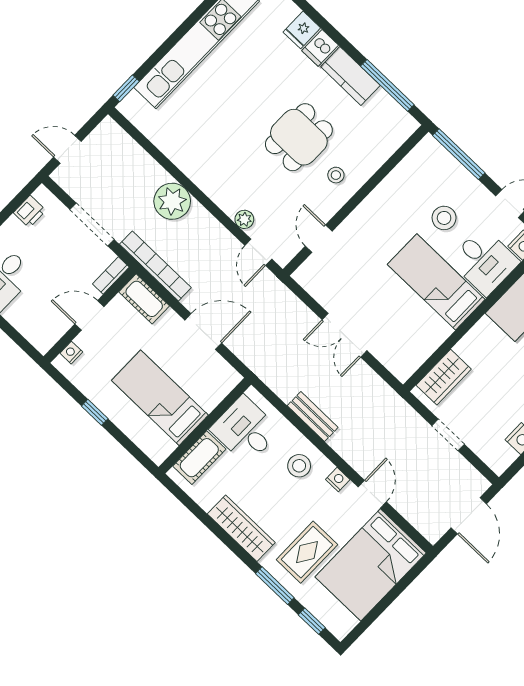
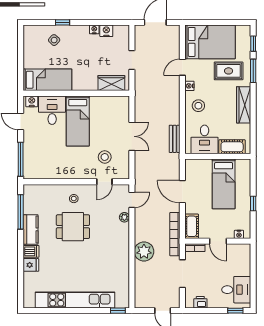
stool: (444, 218) -> (105, 157), moved
bench: (313, 417) -> (175, 139), moved

